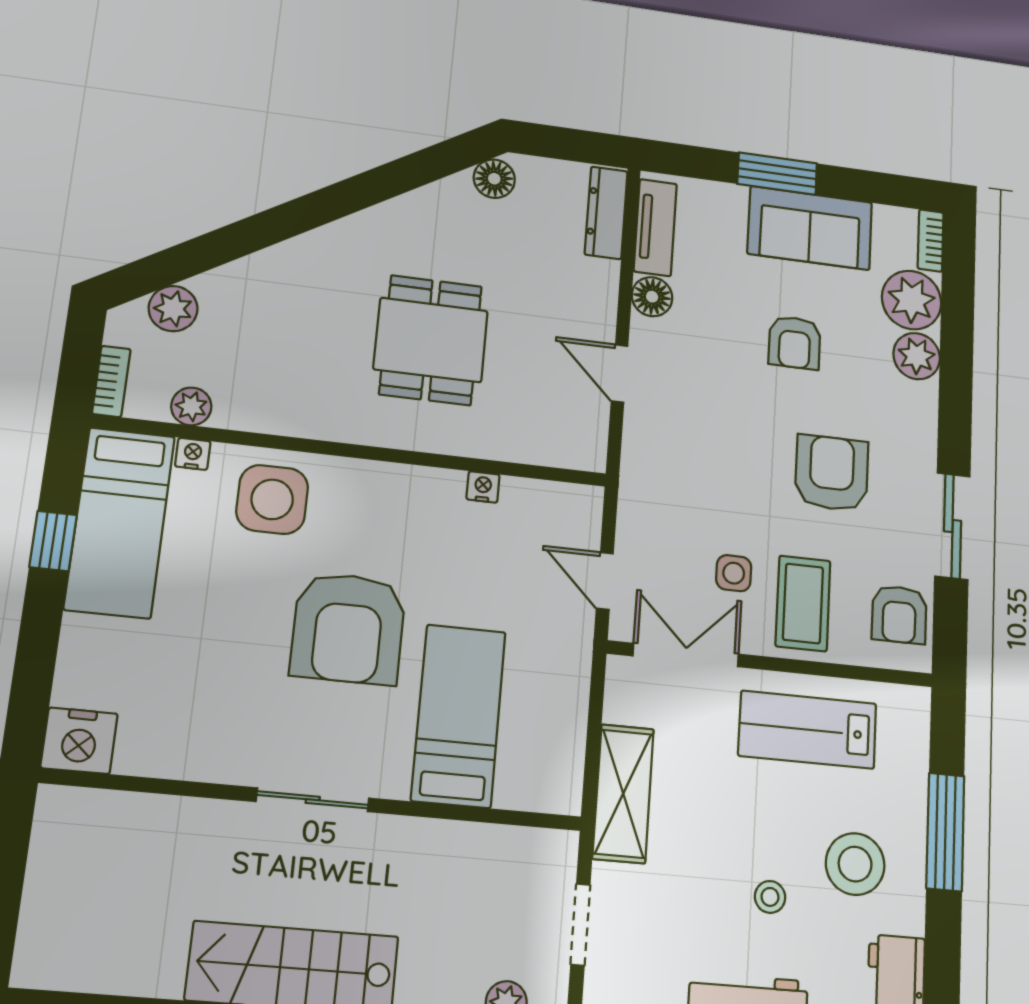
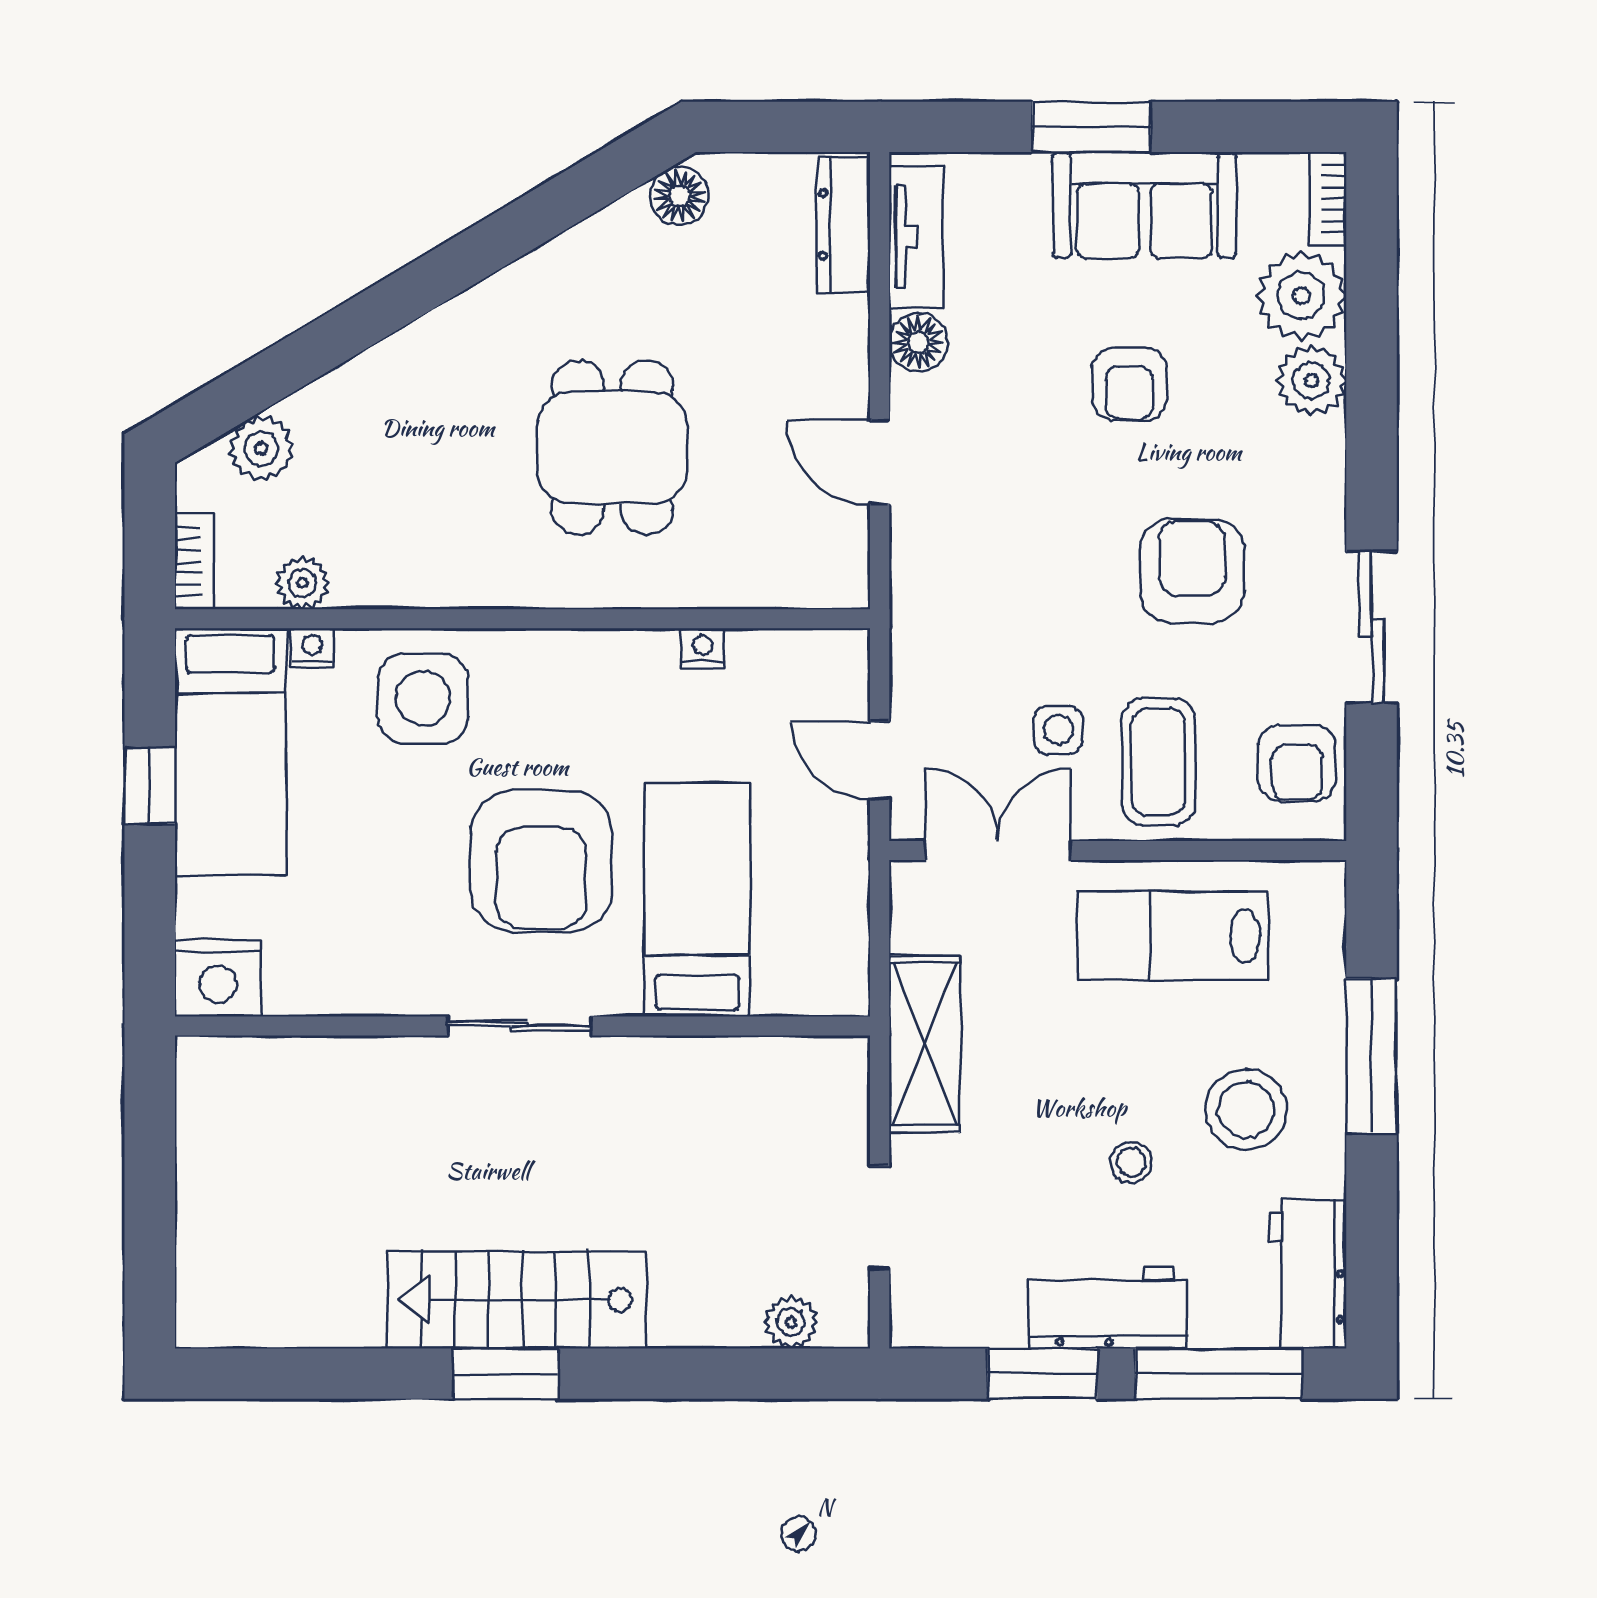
bed: (459, 716) -> (697, 900), moved
nightstand: (79, 741) -> (218, 978), moved
sliding door: (313, 800) -> (519, 1026), moved
wall: (315, 800) -> (522, 1026), moved

